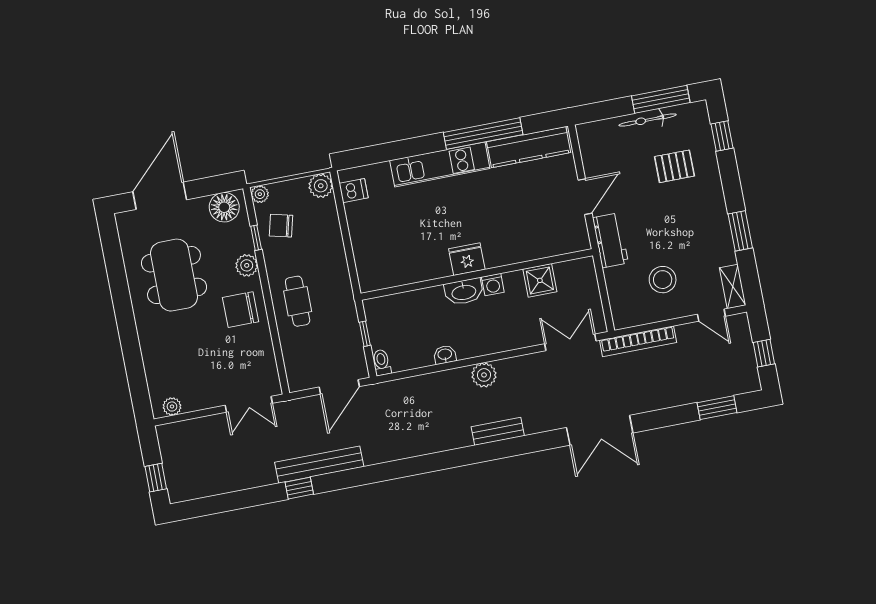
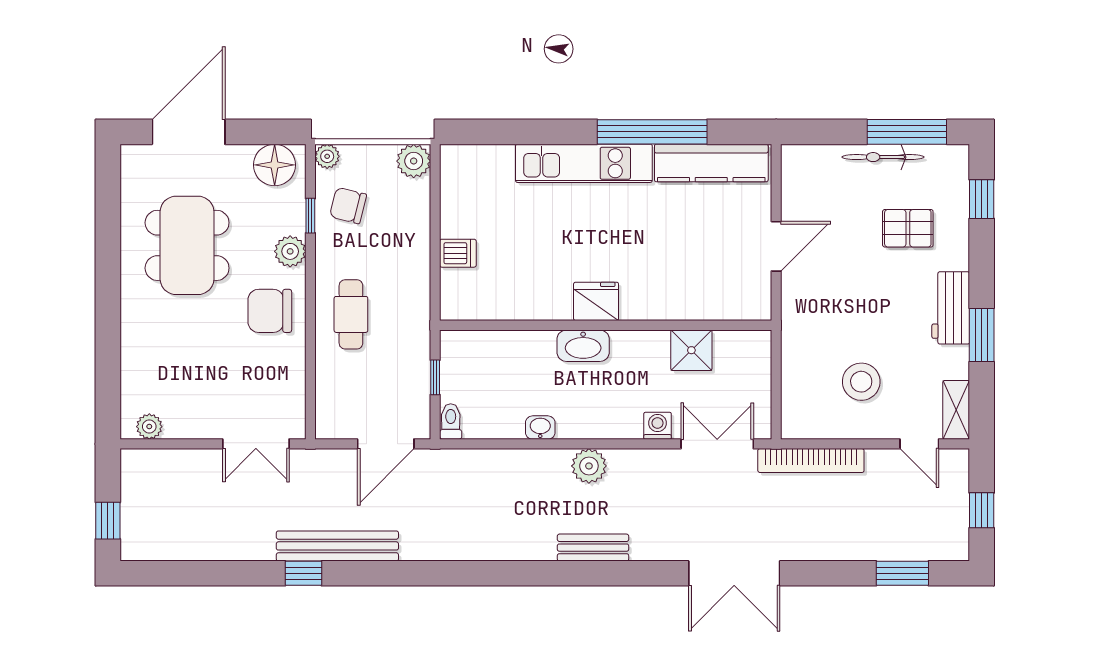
dishwasher: (354, 191) -> (458, 253), moved
workbench: (610, 240) -> (951, 308), moved, turned 180
washing machine: (493, 285) -> (658, 426), moved, turned 180

